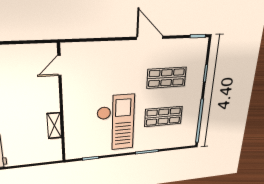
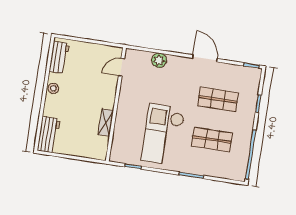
plant: (100, 49) -> (159, 60), added
checkout: (116, 123) -> (163, 134), turned 180

